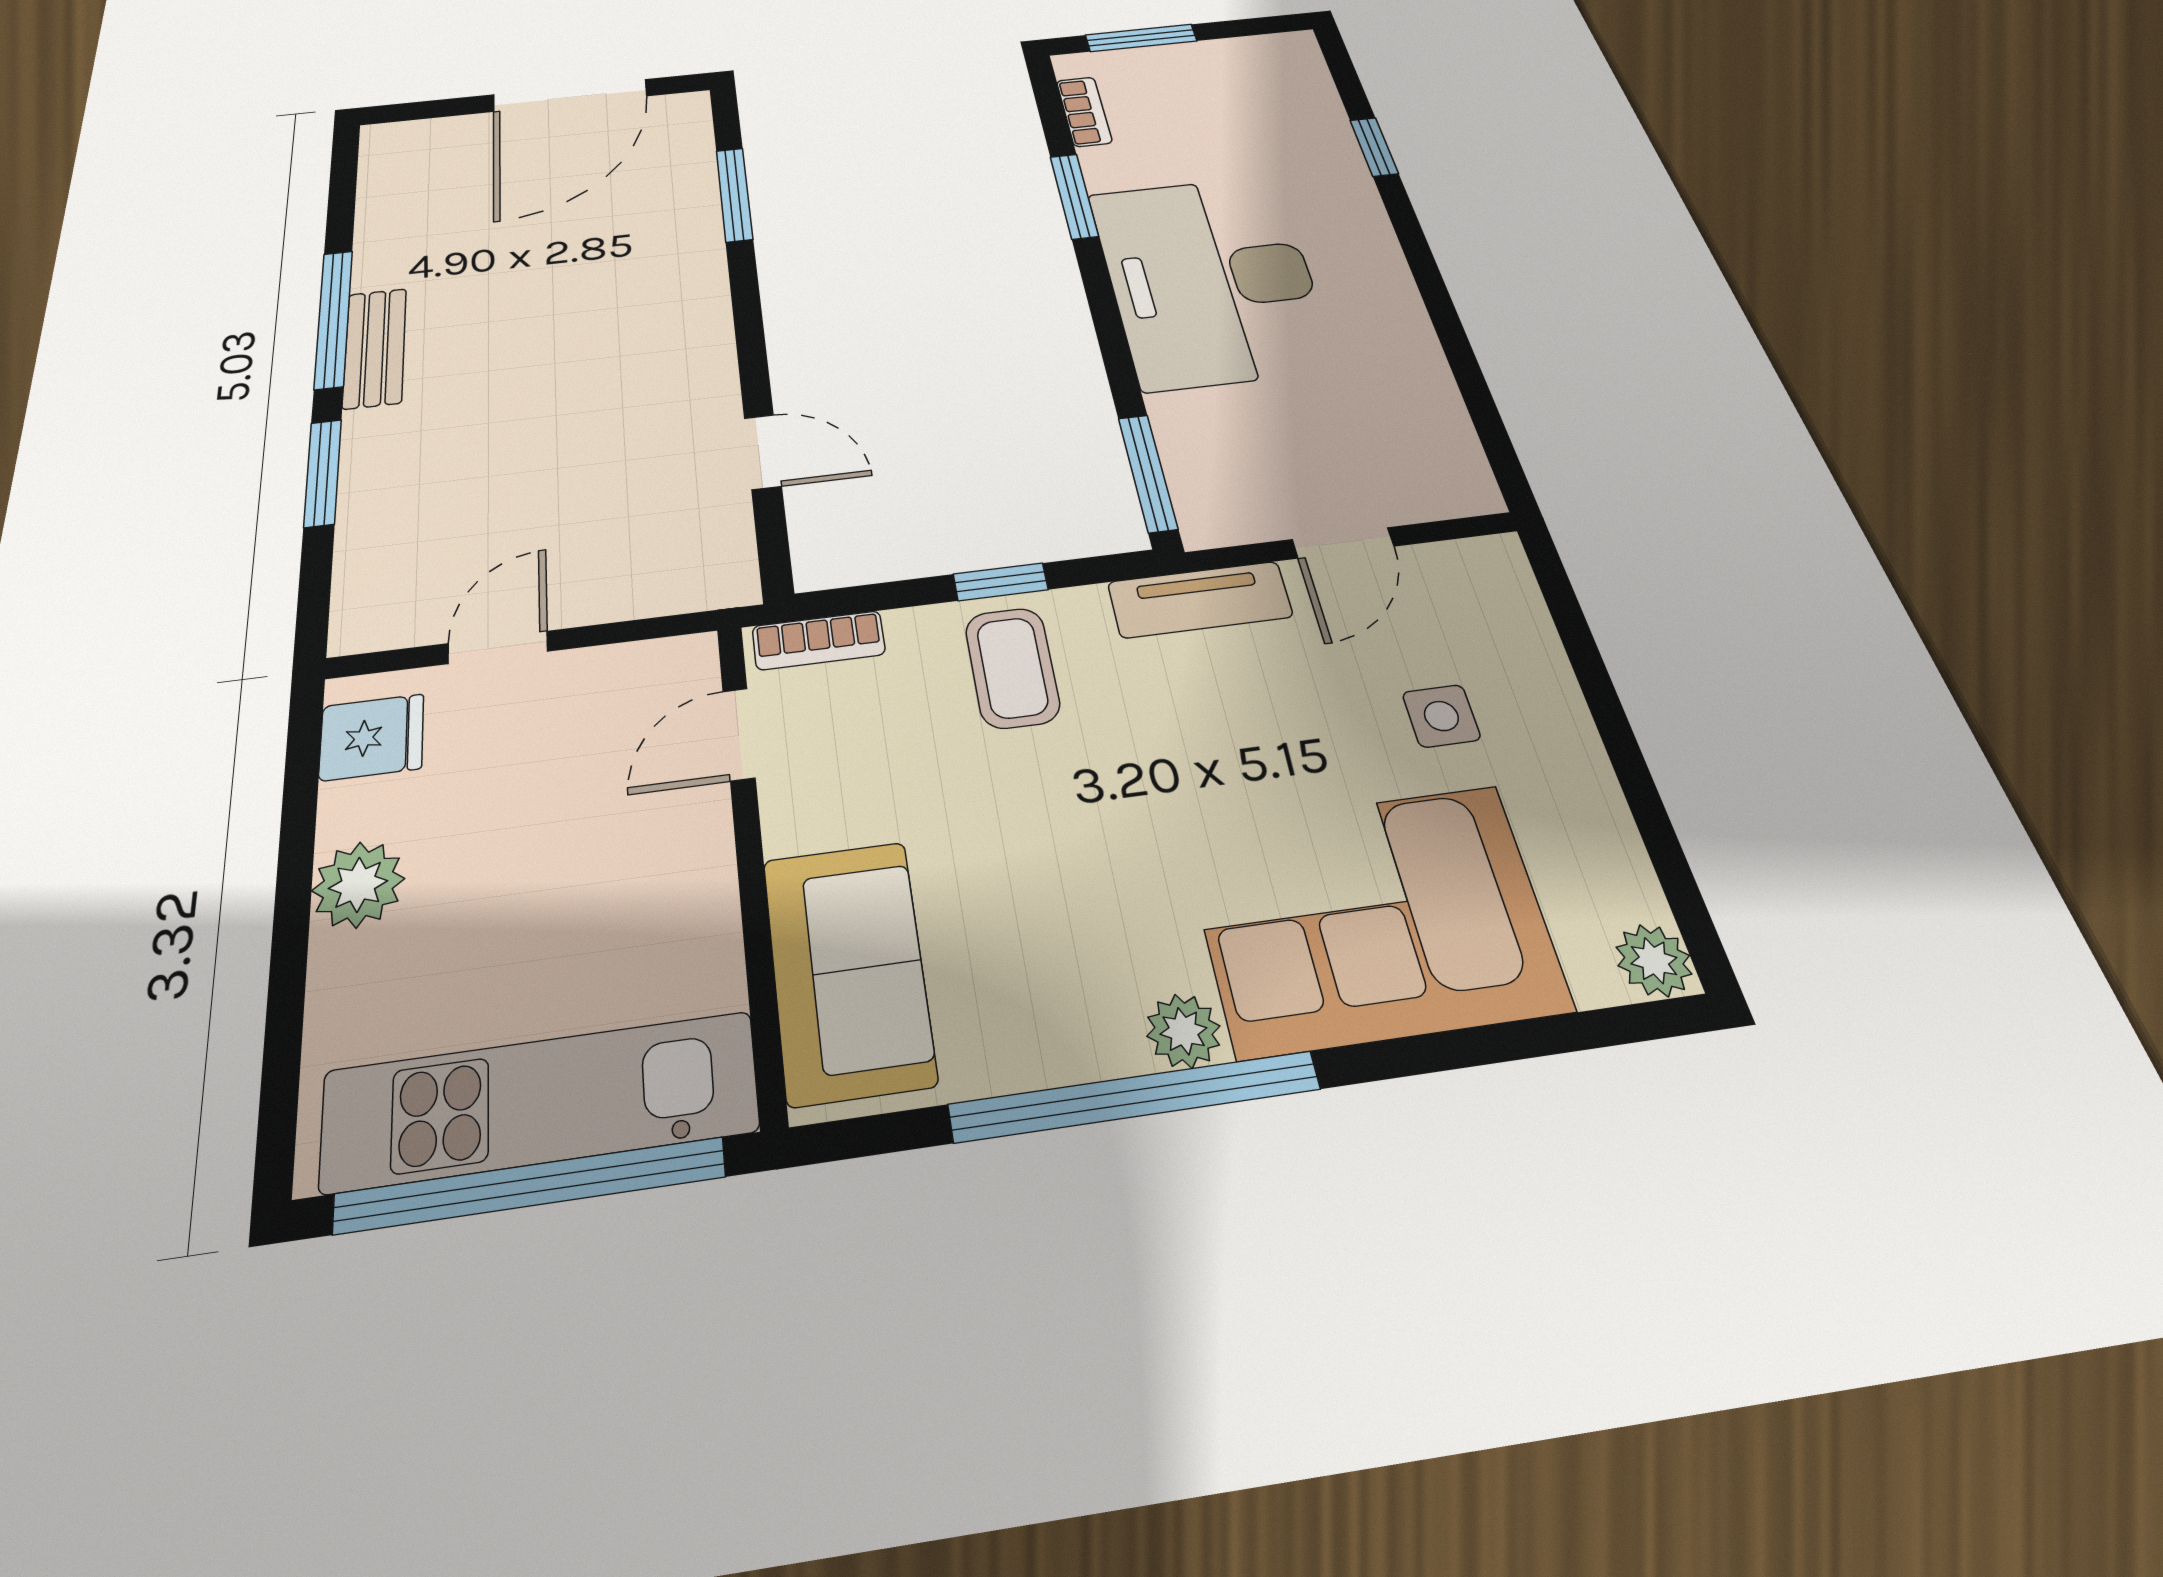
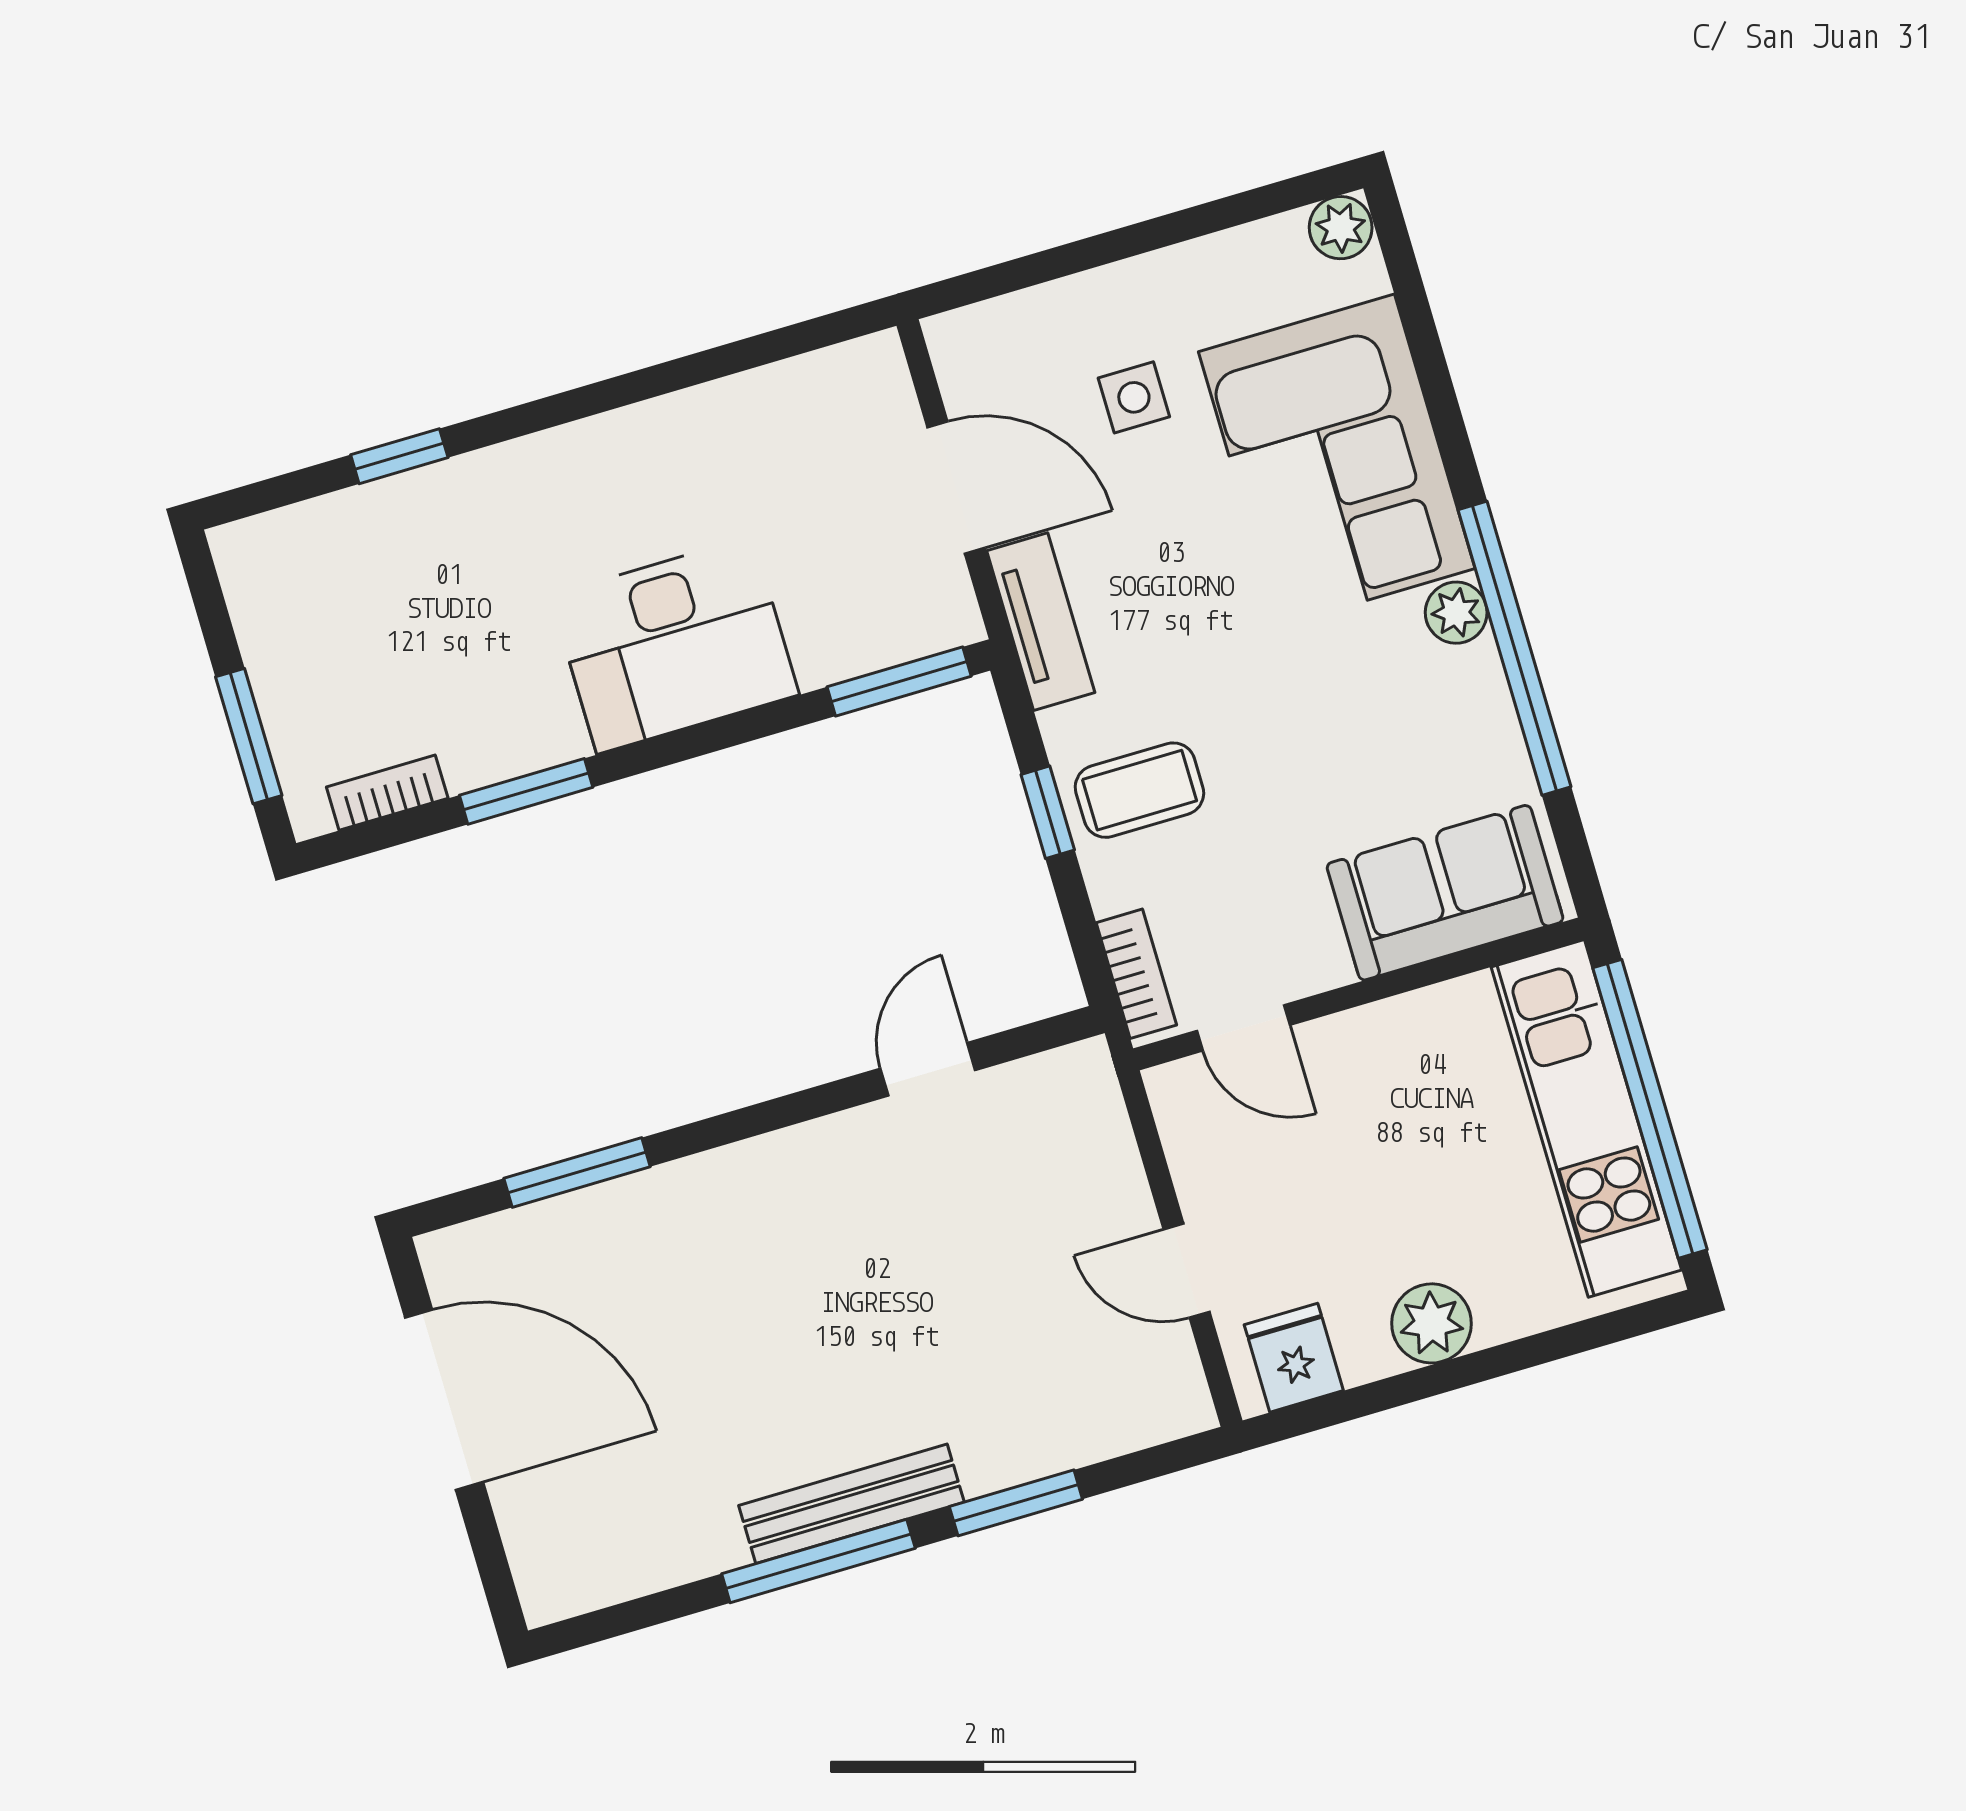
desk: (1211, 280) -> (675, 645), width x0.73, depth x0.77
bench: (375, 348) -> (851, 1504), width x1.36
door: (1343, 543) -> (956, 488), width x1.38

